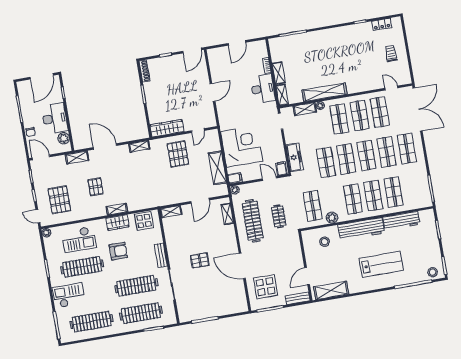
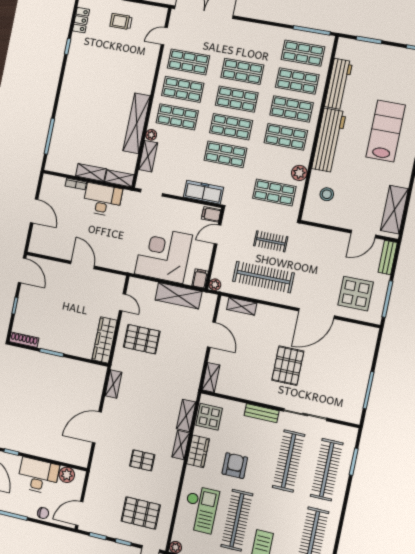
shop shelf: (407, 149) -> (303, 53), moved
shelving: (77, 158) -> (186, 415), moved
pallet: (200, 260) -> (288, 366), width x1.50, depth x1.42
door: (307, 276) -> (363, 234), hinge flipped

